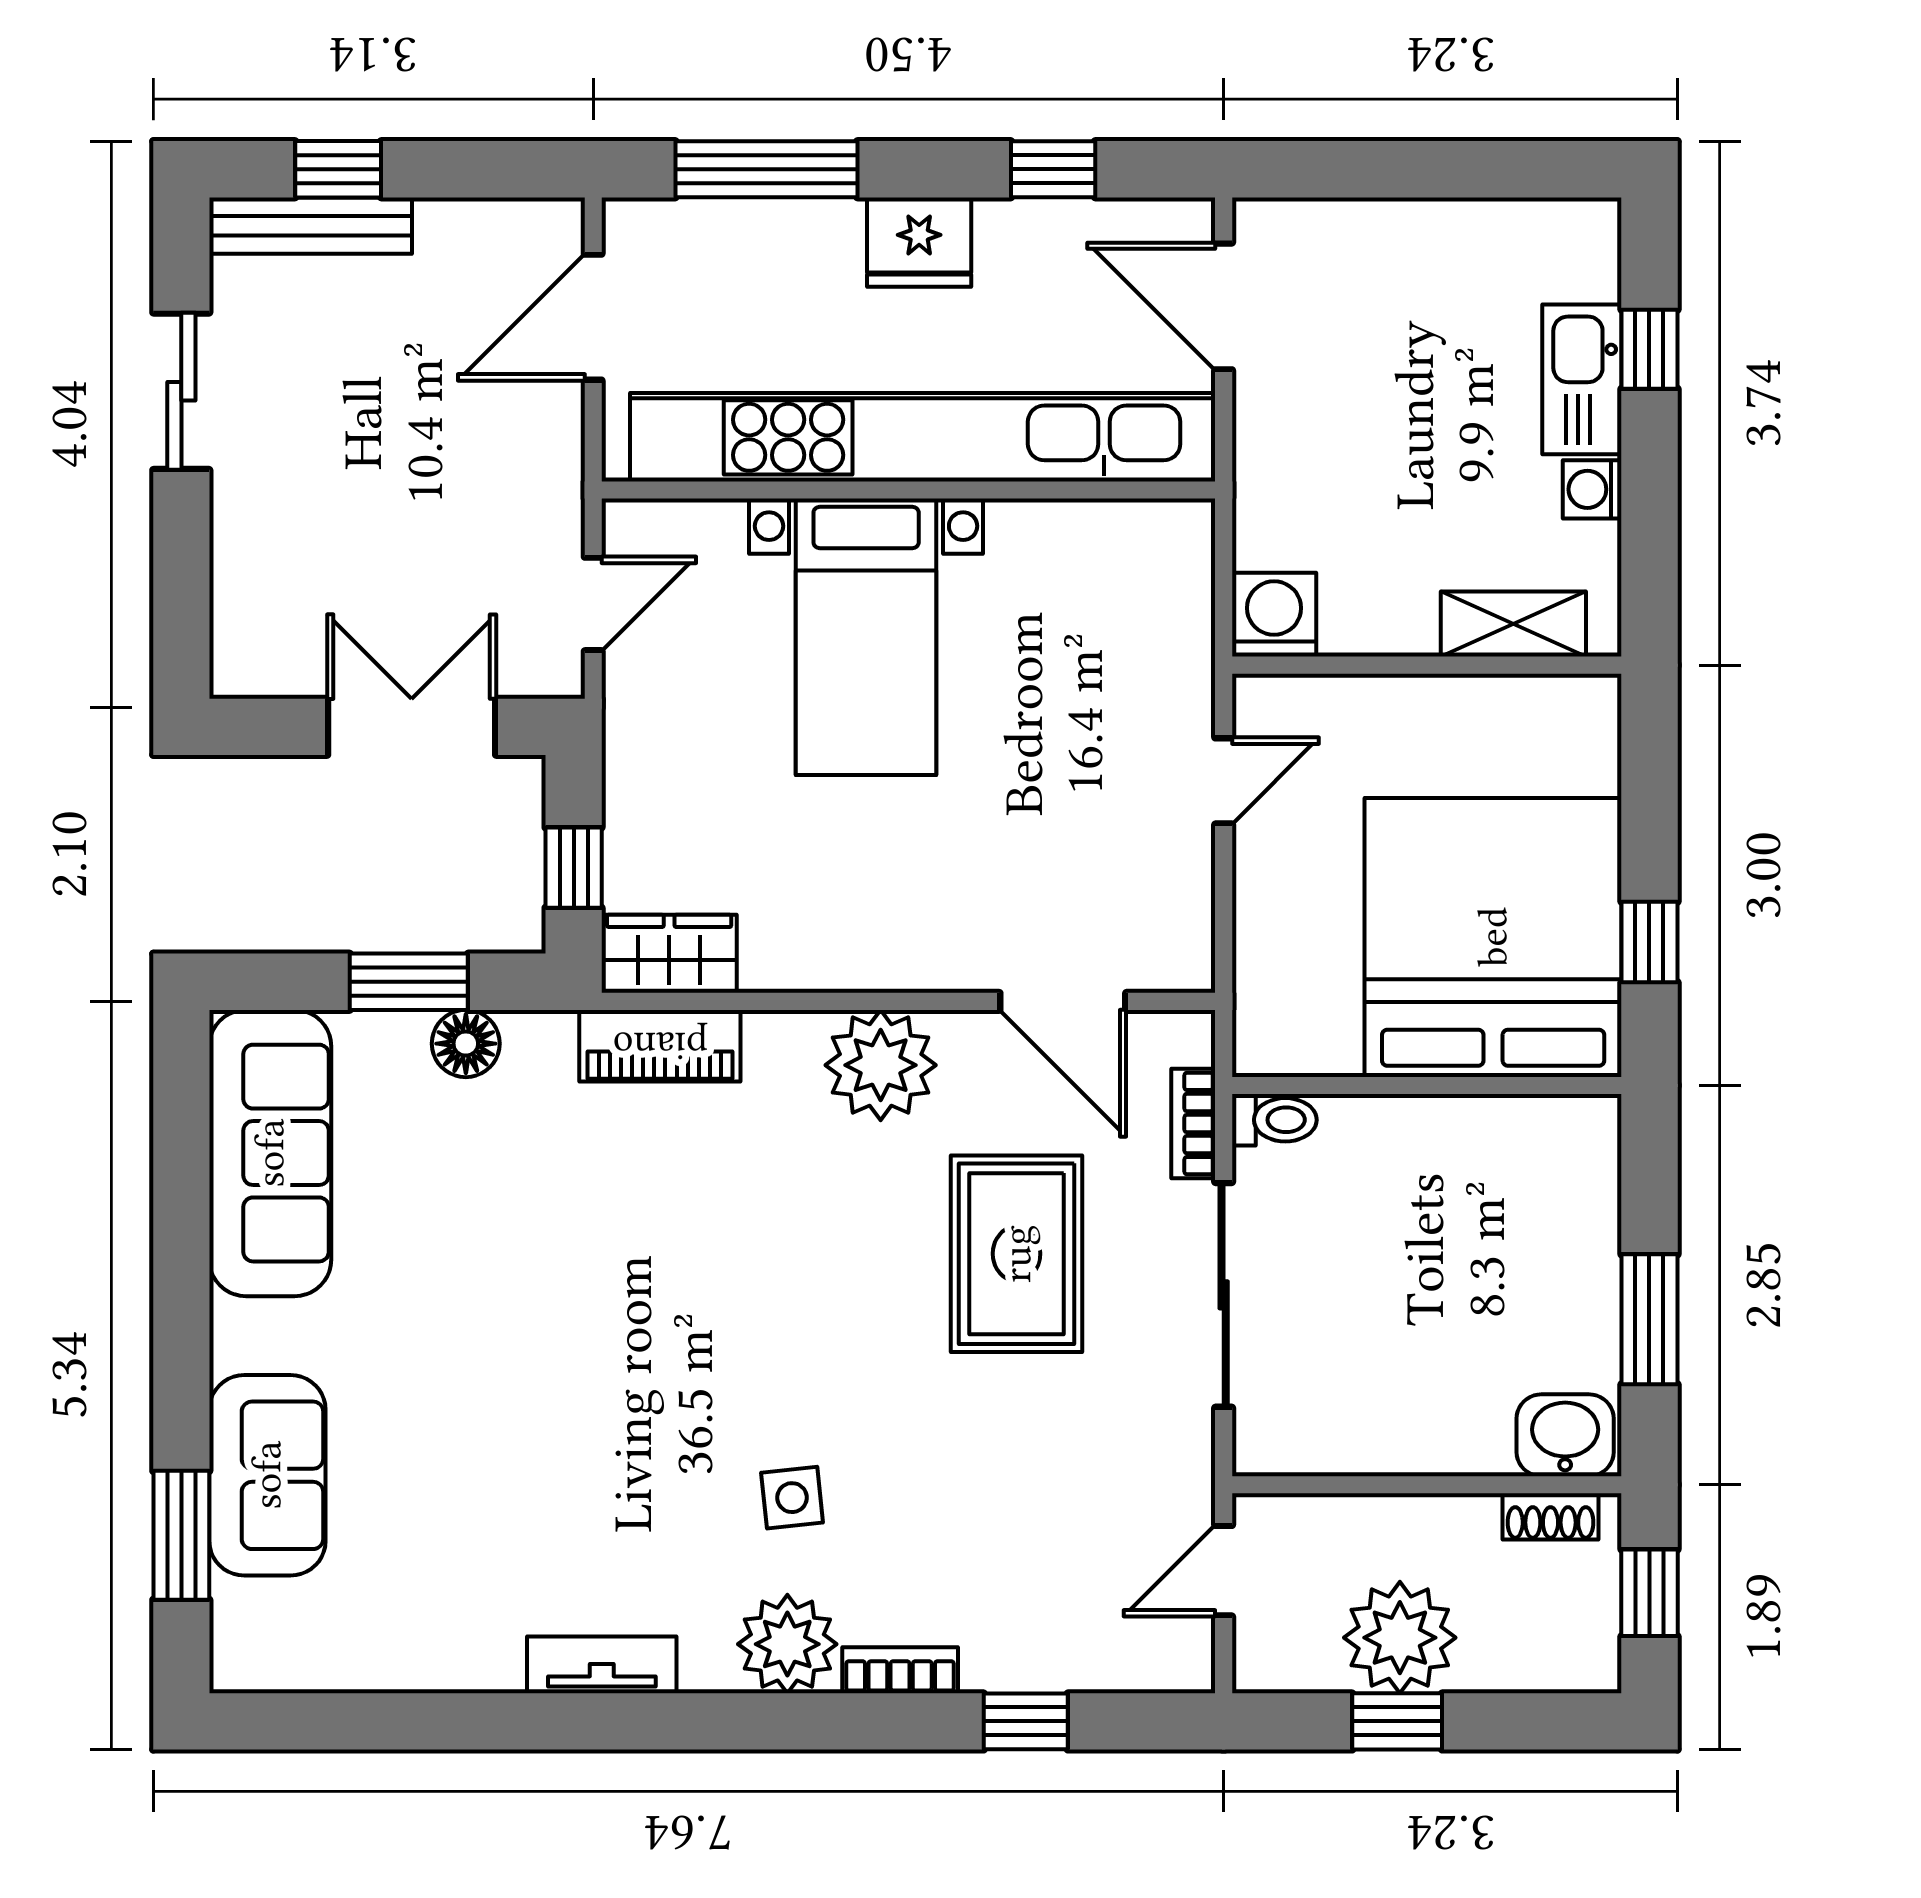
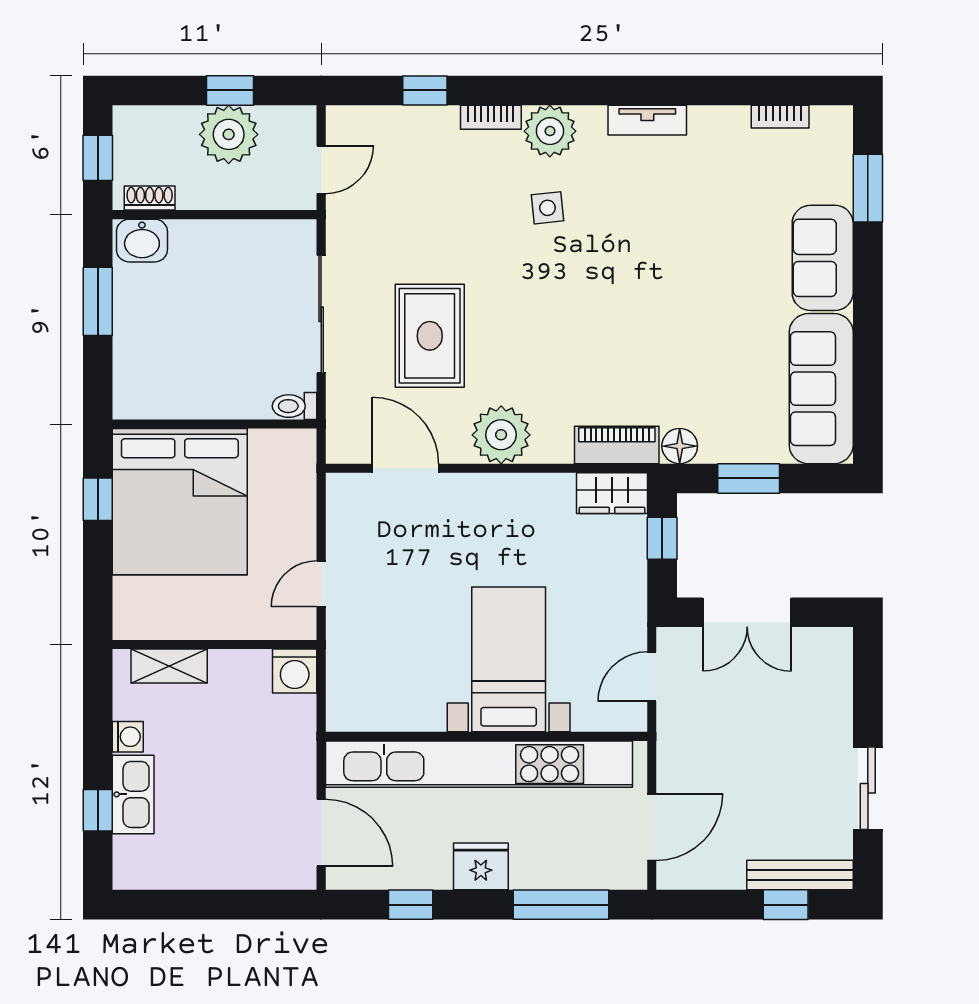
floor lamp: (466, 1044) -> (680, 446), moved
bookcase: (1193, 1124) -> (780, 117), moved, turned 90
sofa: (267, 1475) -> (823, 258), moved

